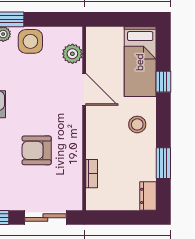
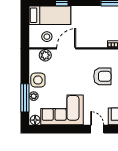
stool: (137, 124) -> (47, 37), moved
armchair: (37, 150) -> (102, 76), turned -90

